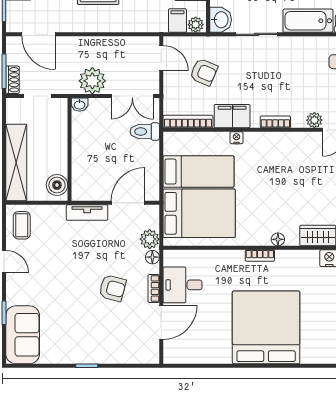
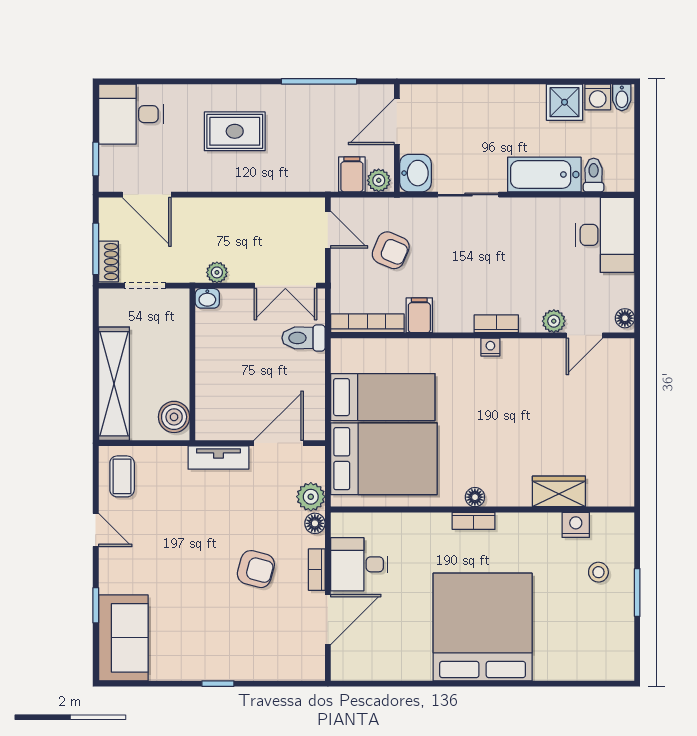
plant: (92, 81) -> (217, 272), width x0.53, depth x0.53
filing cabinet: (232, 116) -> (419, 315), width x0.50
nightstand: (236, 138) -> (490, 347), moved
floor lamp: (278, 239) -> (475, 497), moved

